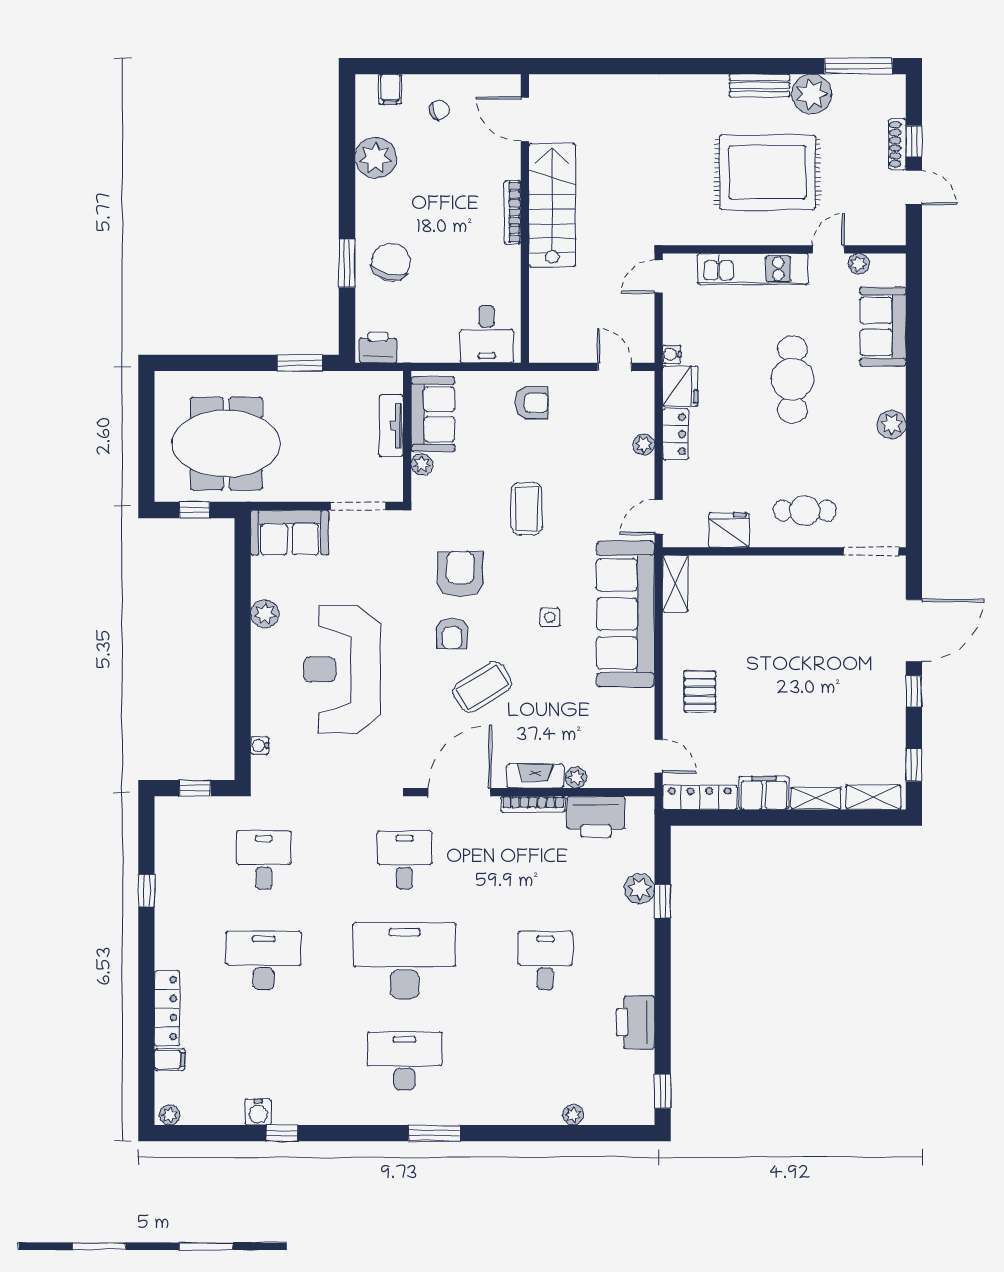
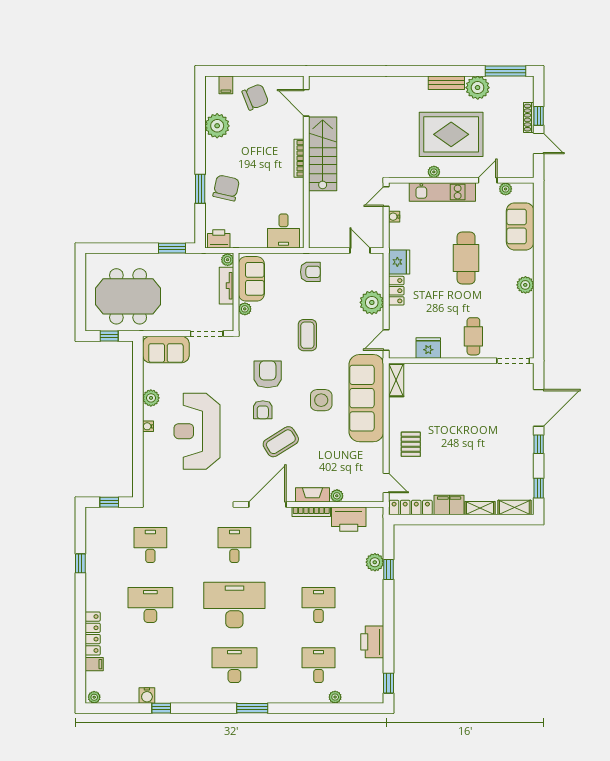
chair: (439, 110) -> (255, 97), width x1.87, depth x1.87
plant: (738, 235) -> (434, 172), added
water cooler: (672, 354) -> (394, 217), moved
plant: (393, 382) -> (228, 260), added
plant: (644, 445) -> (372, 302), width x1.87, depth x1.87
cafe table: (805, 510) -> (473, 336), turned 90
side table: (550, 617) -> (321, 400), width x1.87, depth x1.87
water cooler: (260, 746) -> (148, 426), moved
desk: (545, 1061) -> (318, 665), added

